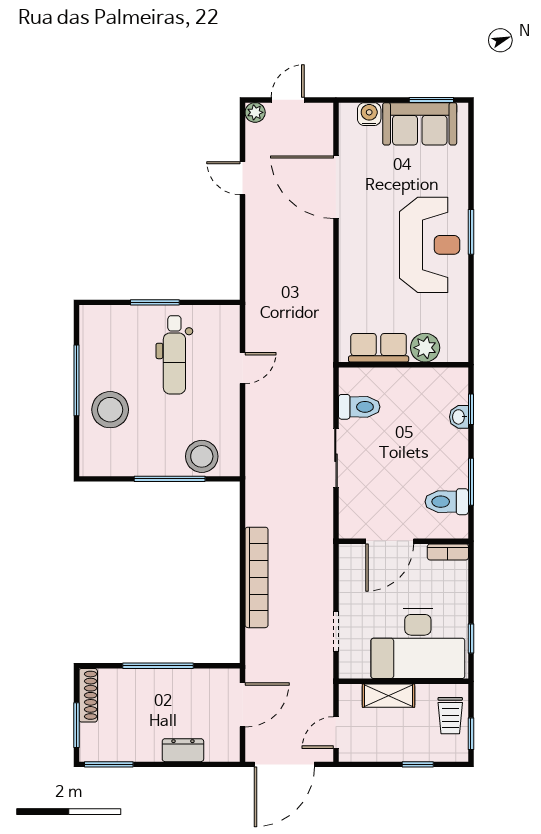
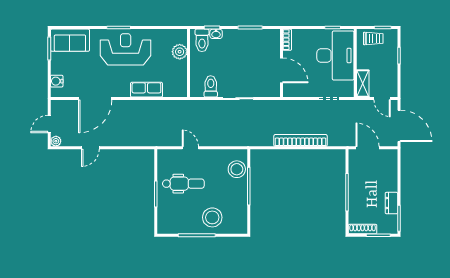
door: (288, 100) -> (49, 124), hinge flipped
sofa: (420, 124) -> (70, 40), moved, turned 90
row of seats: (379, 348) -> (146, 90), moved, turned 90
toilet: (447, 502) -> (202, 40), moved
shelving: (388, 696) -> (363, 84), moved
dresser: (183, 750) -> (391, 203), moved

